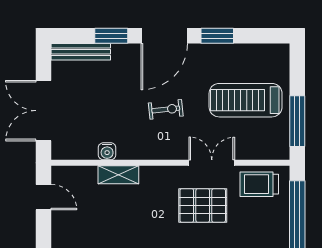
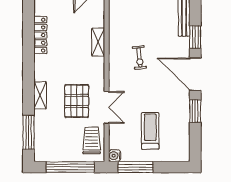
treadmill: (246, 100) -> (150, 131), width x0.73, depth x0.73
exercise bike: (166, 109) -> (139, 57), moved
water cooler: (107, 151) -> (115, 156), moved

